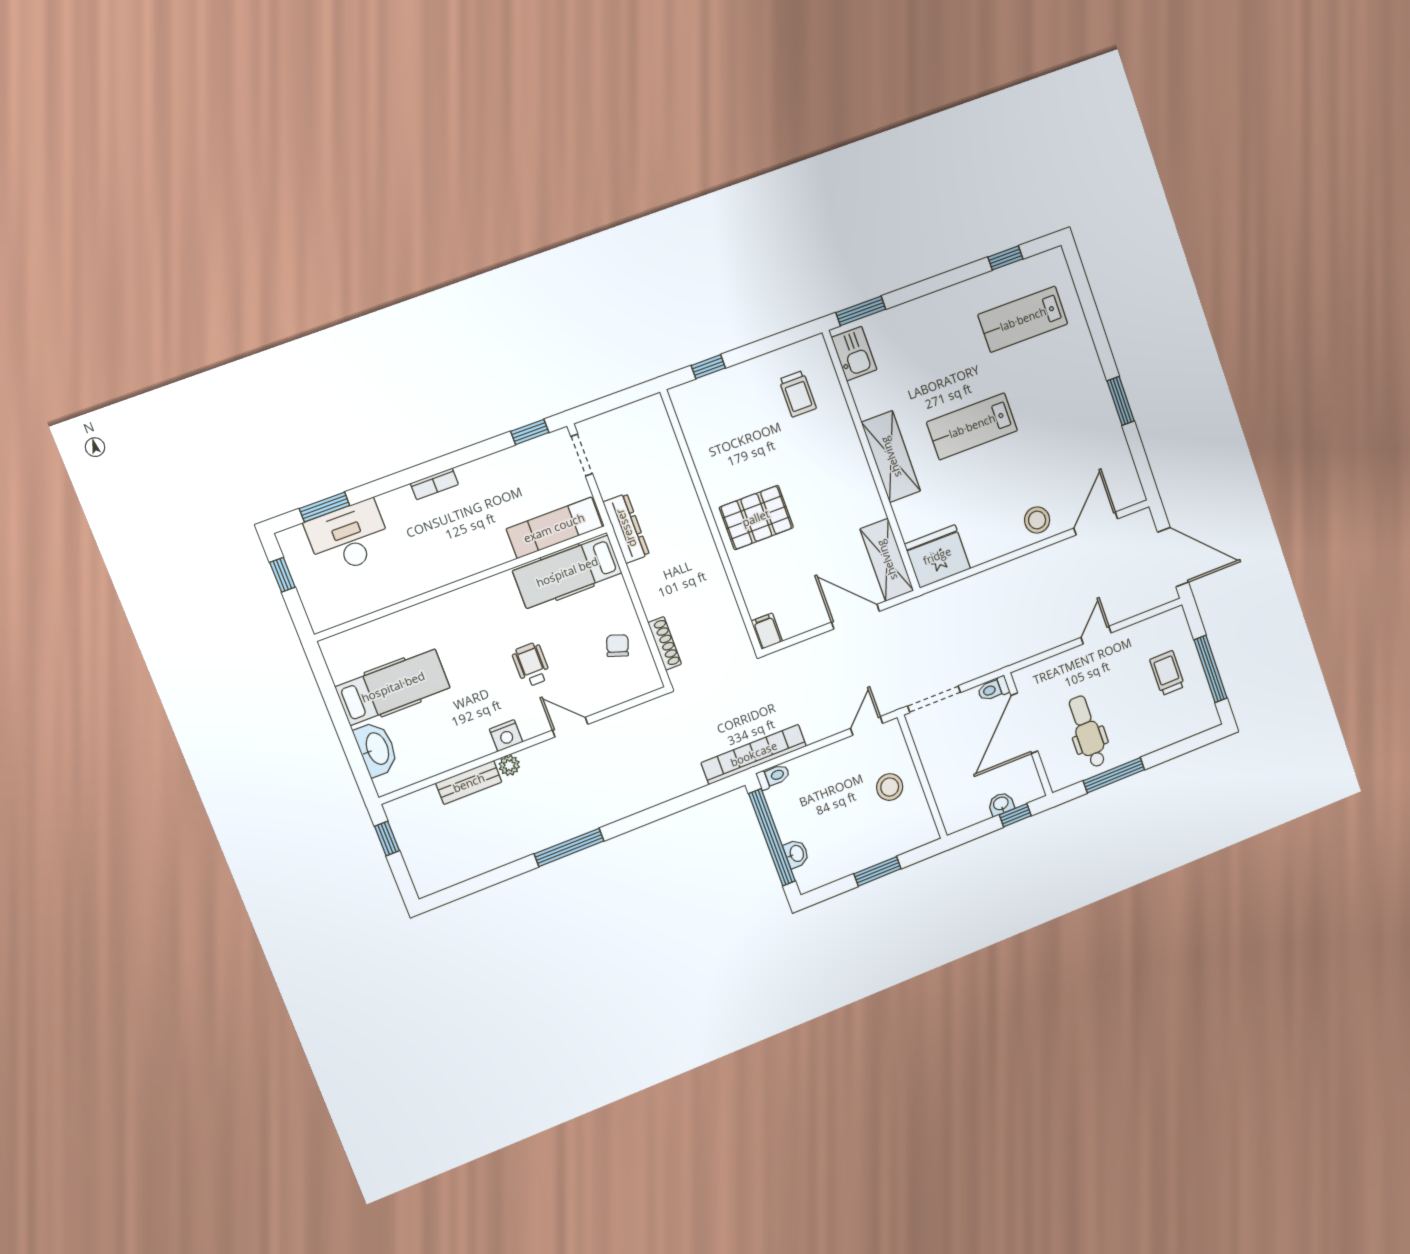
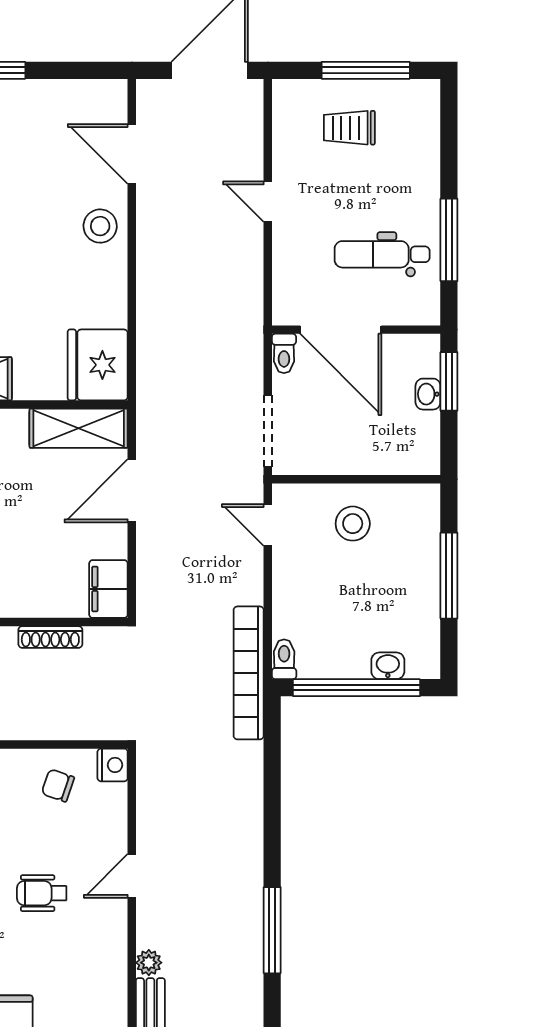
filing cabinet: (767, 631) -> (108, 589), width x2.00
shoe rack: (665, 643) -> (50, 637), moved, turned 180
nightstand: (506, 736) -> (113, 765), moved
window: (1015, 815) -> (449, 381), width x1.50
window: (877, 871) -> (449, 576), width x1.44

